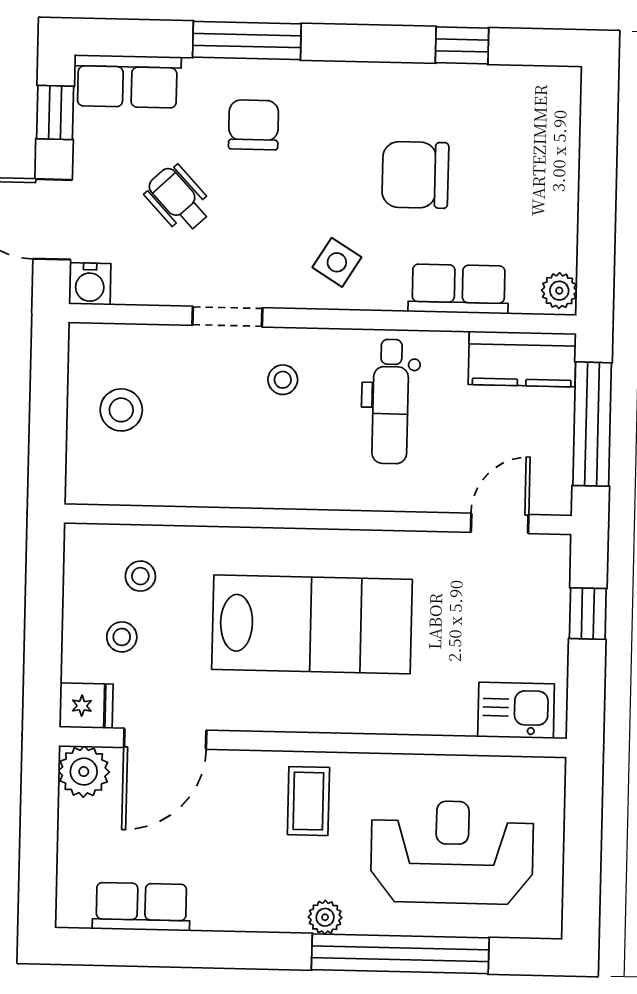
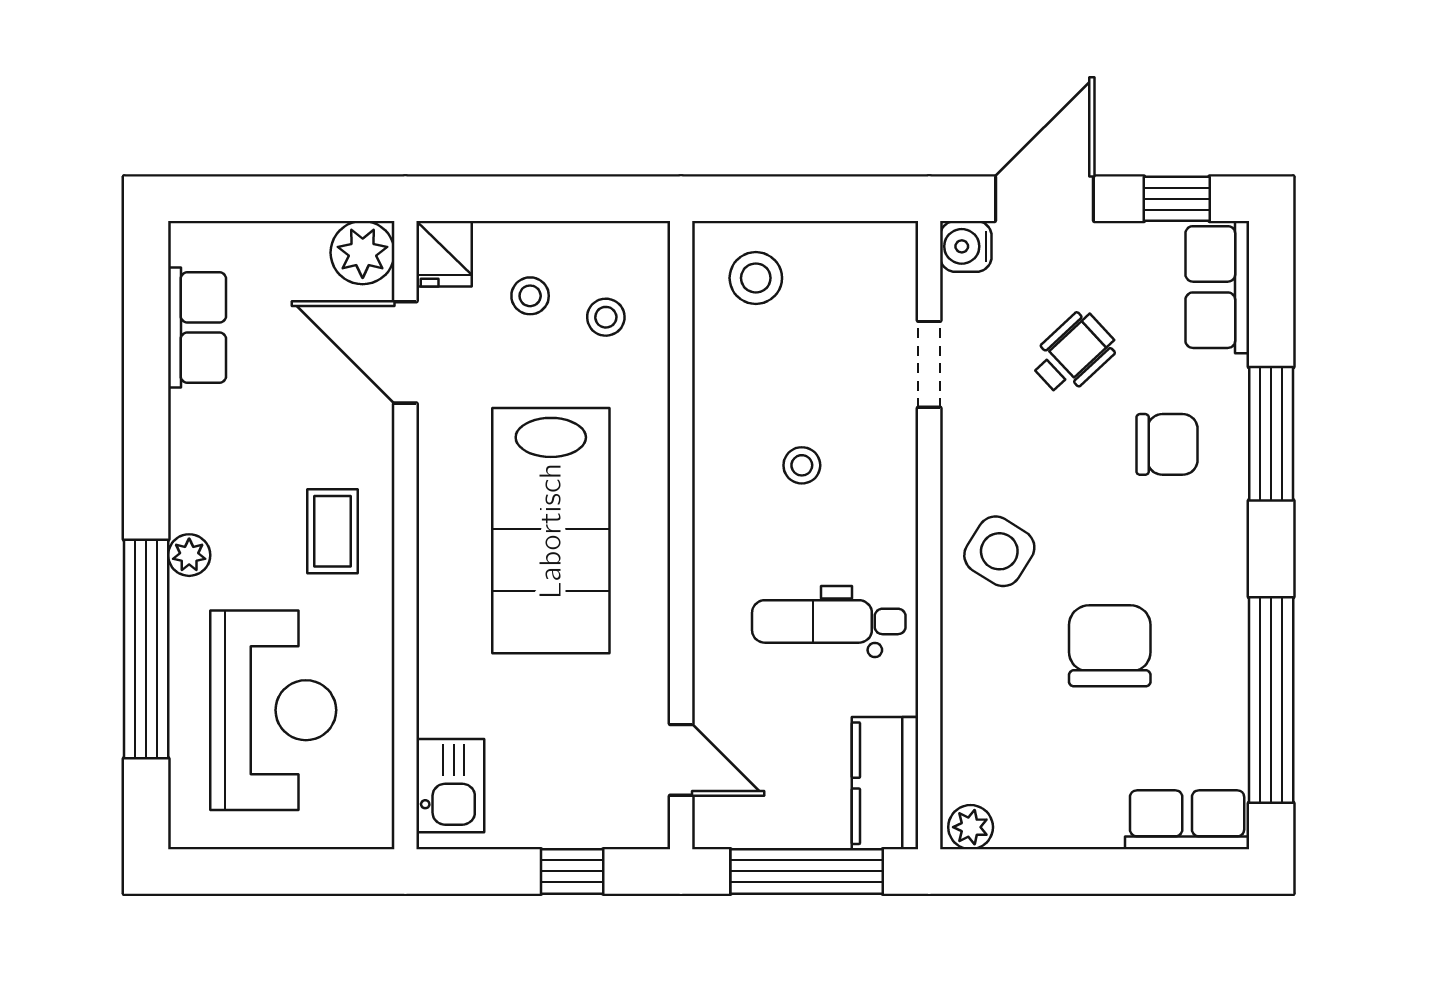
window: (462, 45) -> (1271, 700), width x3.17
side table: (337, 262) -> (999, 551), width x1.37, depth x1.37
row of seats: (458, 289) -> (1187, 820), moved, turned -90
doorway: (227, 317) -> (929, 364), moved
stool: (283, 380) -> (802, 465), moved
stool: (121, 410) -> (756, 278), moved
coffee table: (308, 801) -> (332, 531), turned 90

